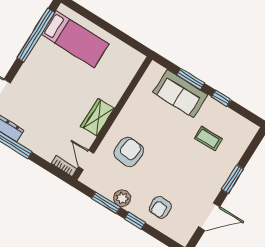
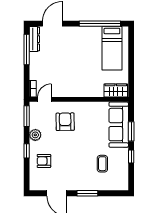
sofa: (180, 94) -> (119, 125), width x1.36
wardrobe: (98, 117) -> (116, 90), moved
armchair: (129, 152) -> (65, 122), turned -97
window: (106, 203) -> (27, 116), moved

